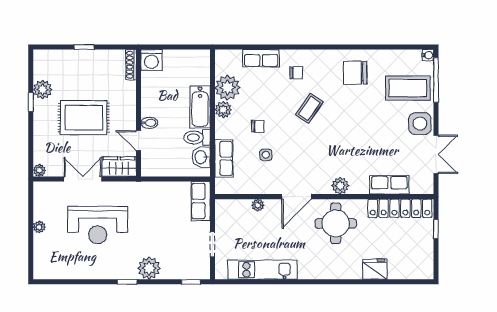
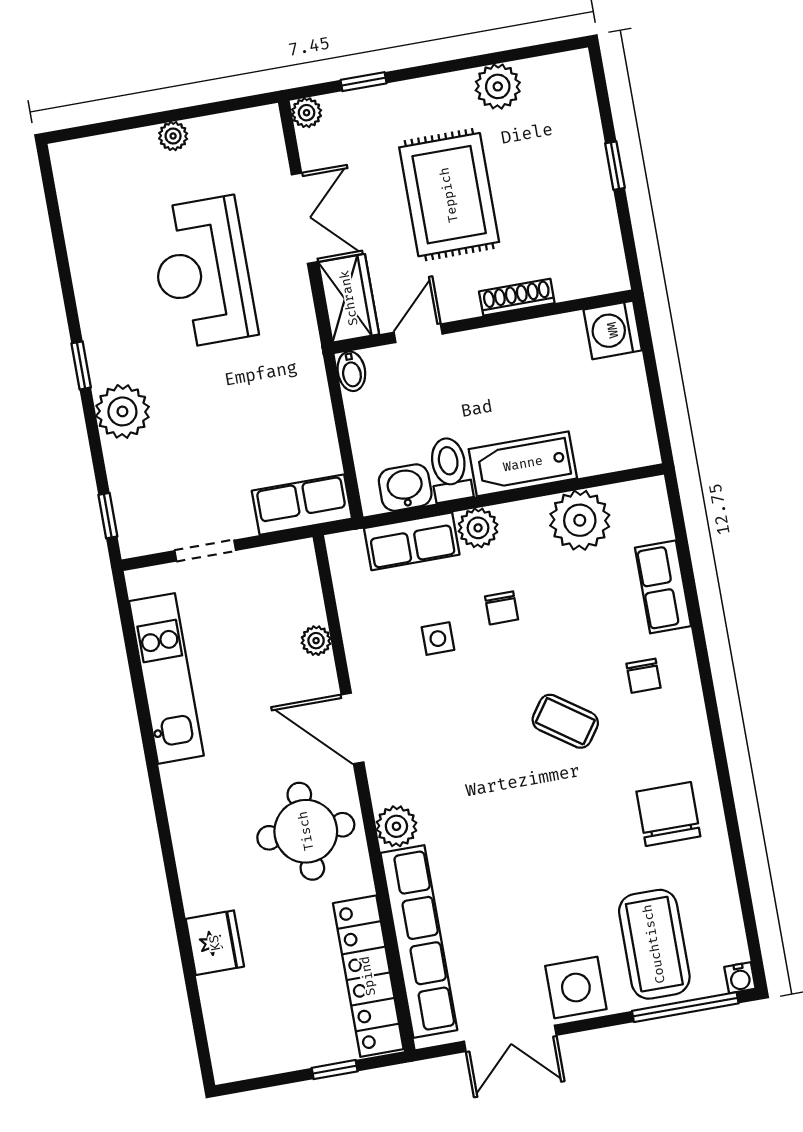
shoe rack: (131, 65) -> (517, 297), moved
window: (31, 102) -> (364, 82), moved
plant: (223, 110) -> (478, 528), moved
bidet: (149, 123) -> (351, 371), moved
row of seats: (389, 185) -> (419, 941), width x2.02

